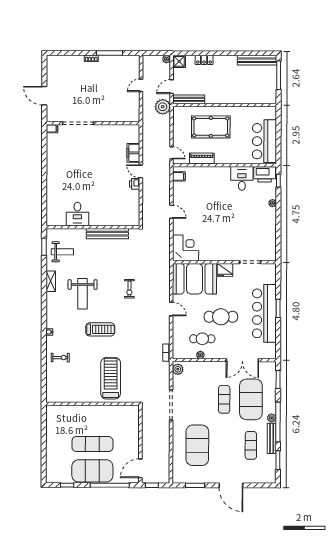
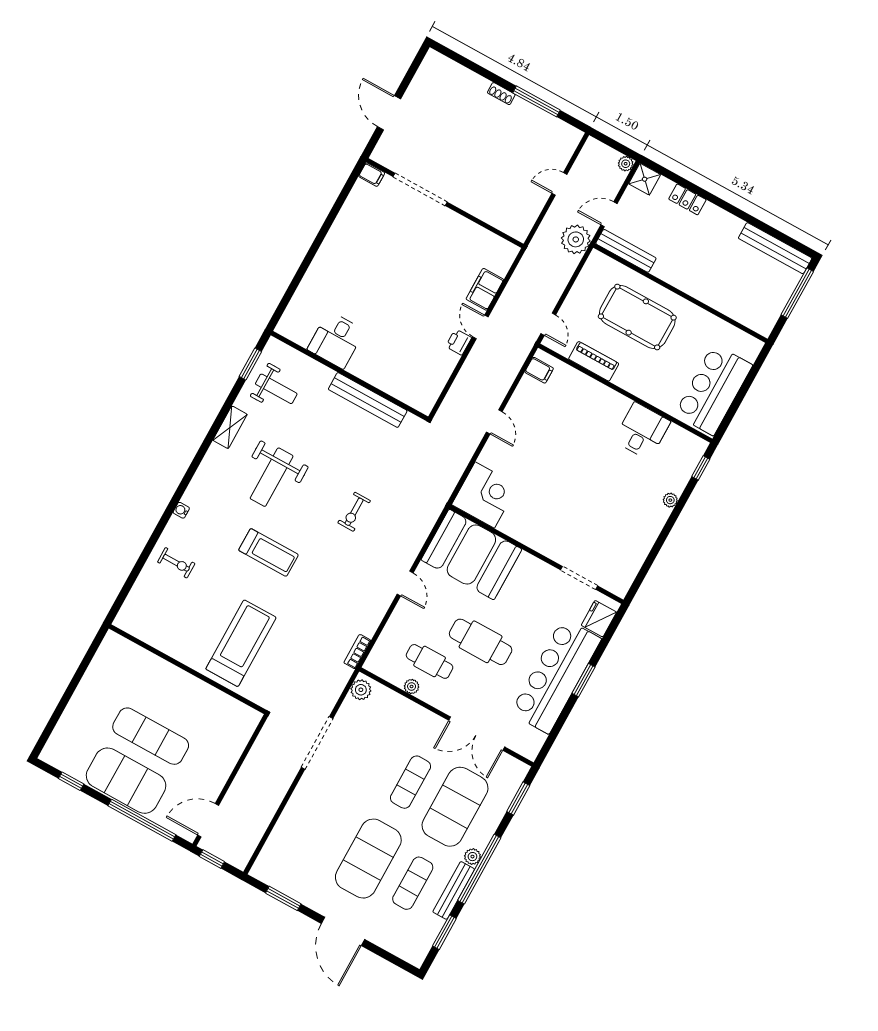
printer: (265, 174) -> (683, 445), removed
fridge: (225, 270) -> (599, 619), moved, turned 90
exercise mat: (197, 445) -> (368, 859), moved

